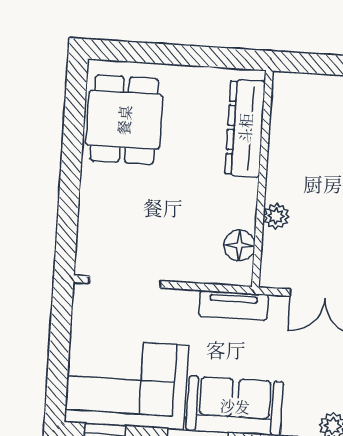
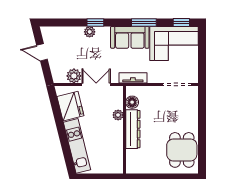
dresser: (245, 128) -> (133, 129), moved

